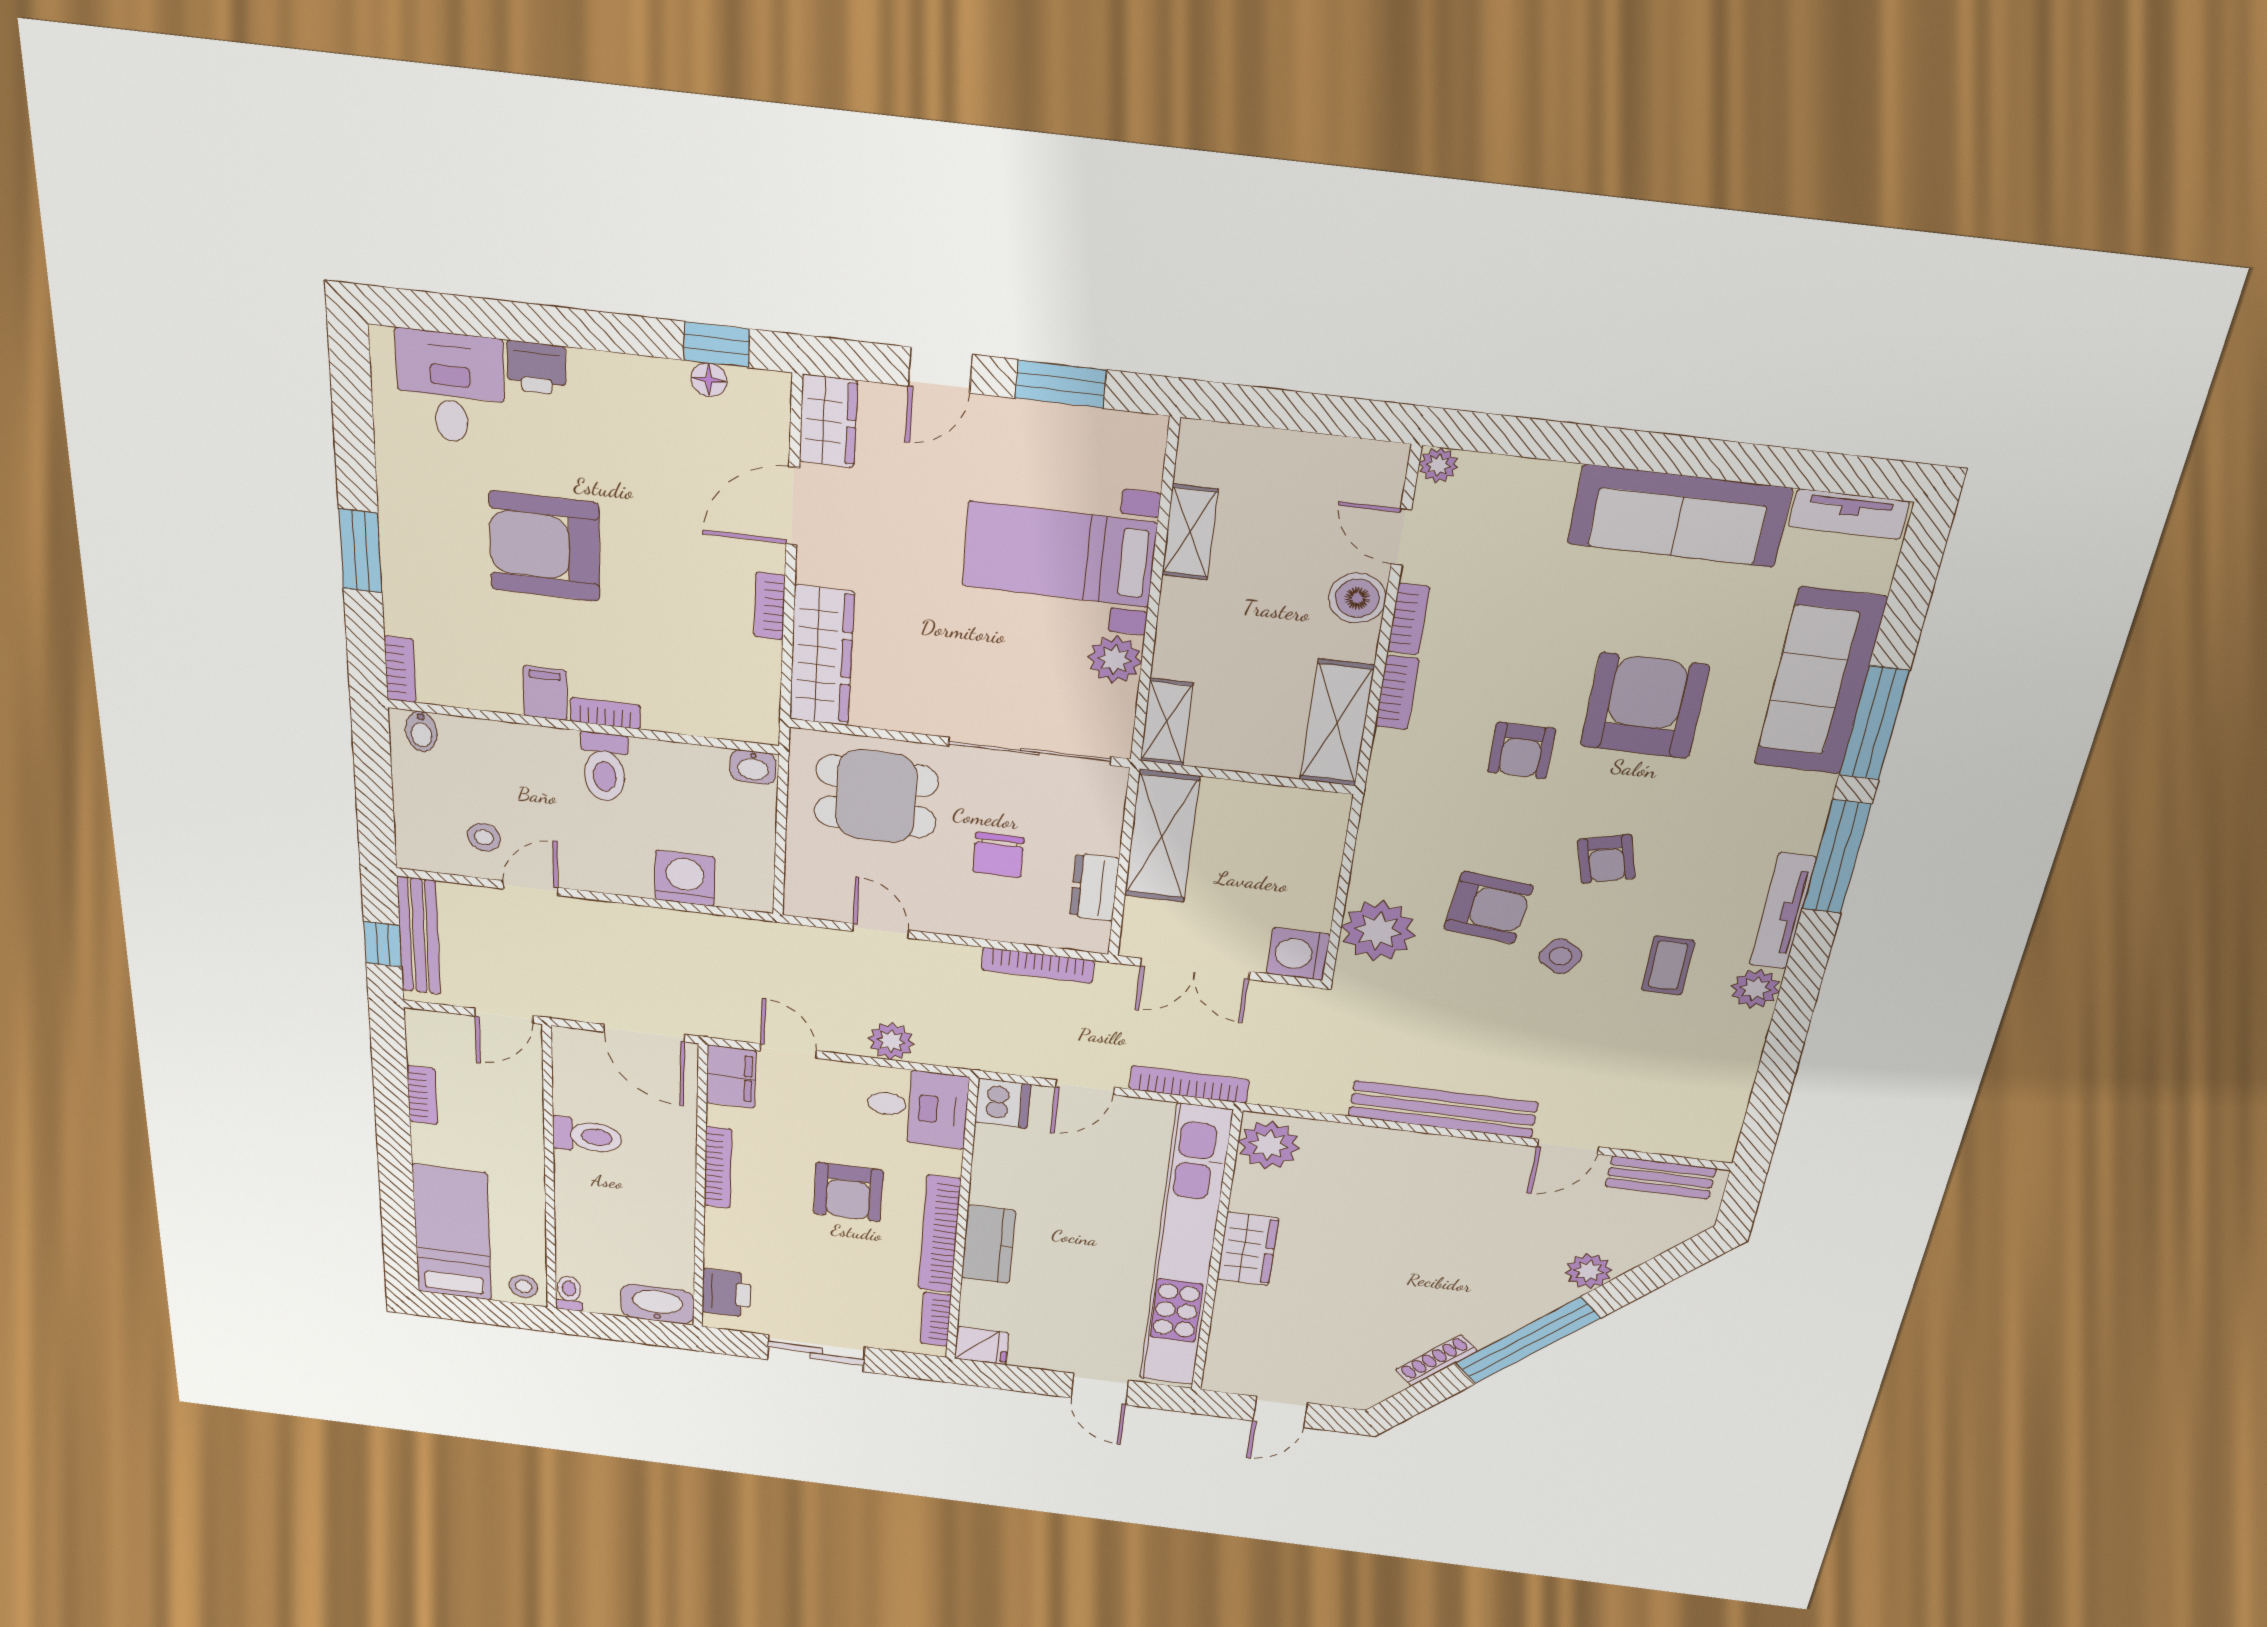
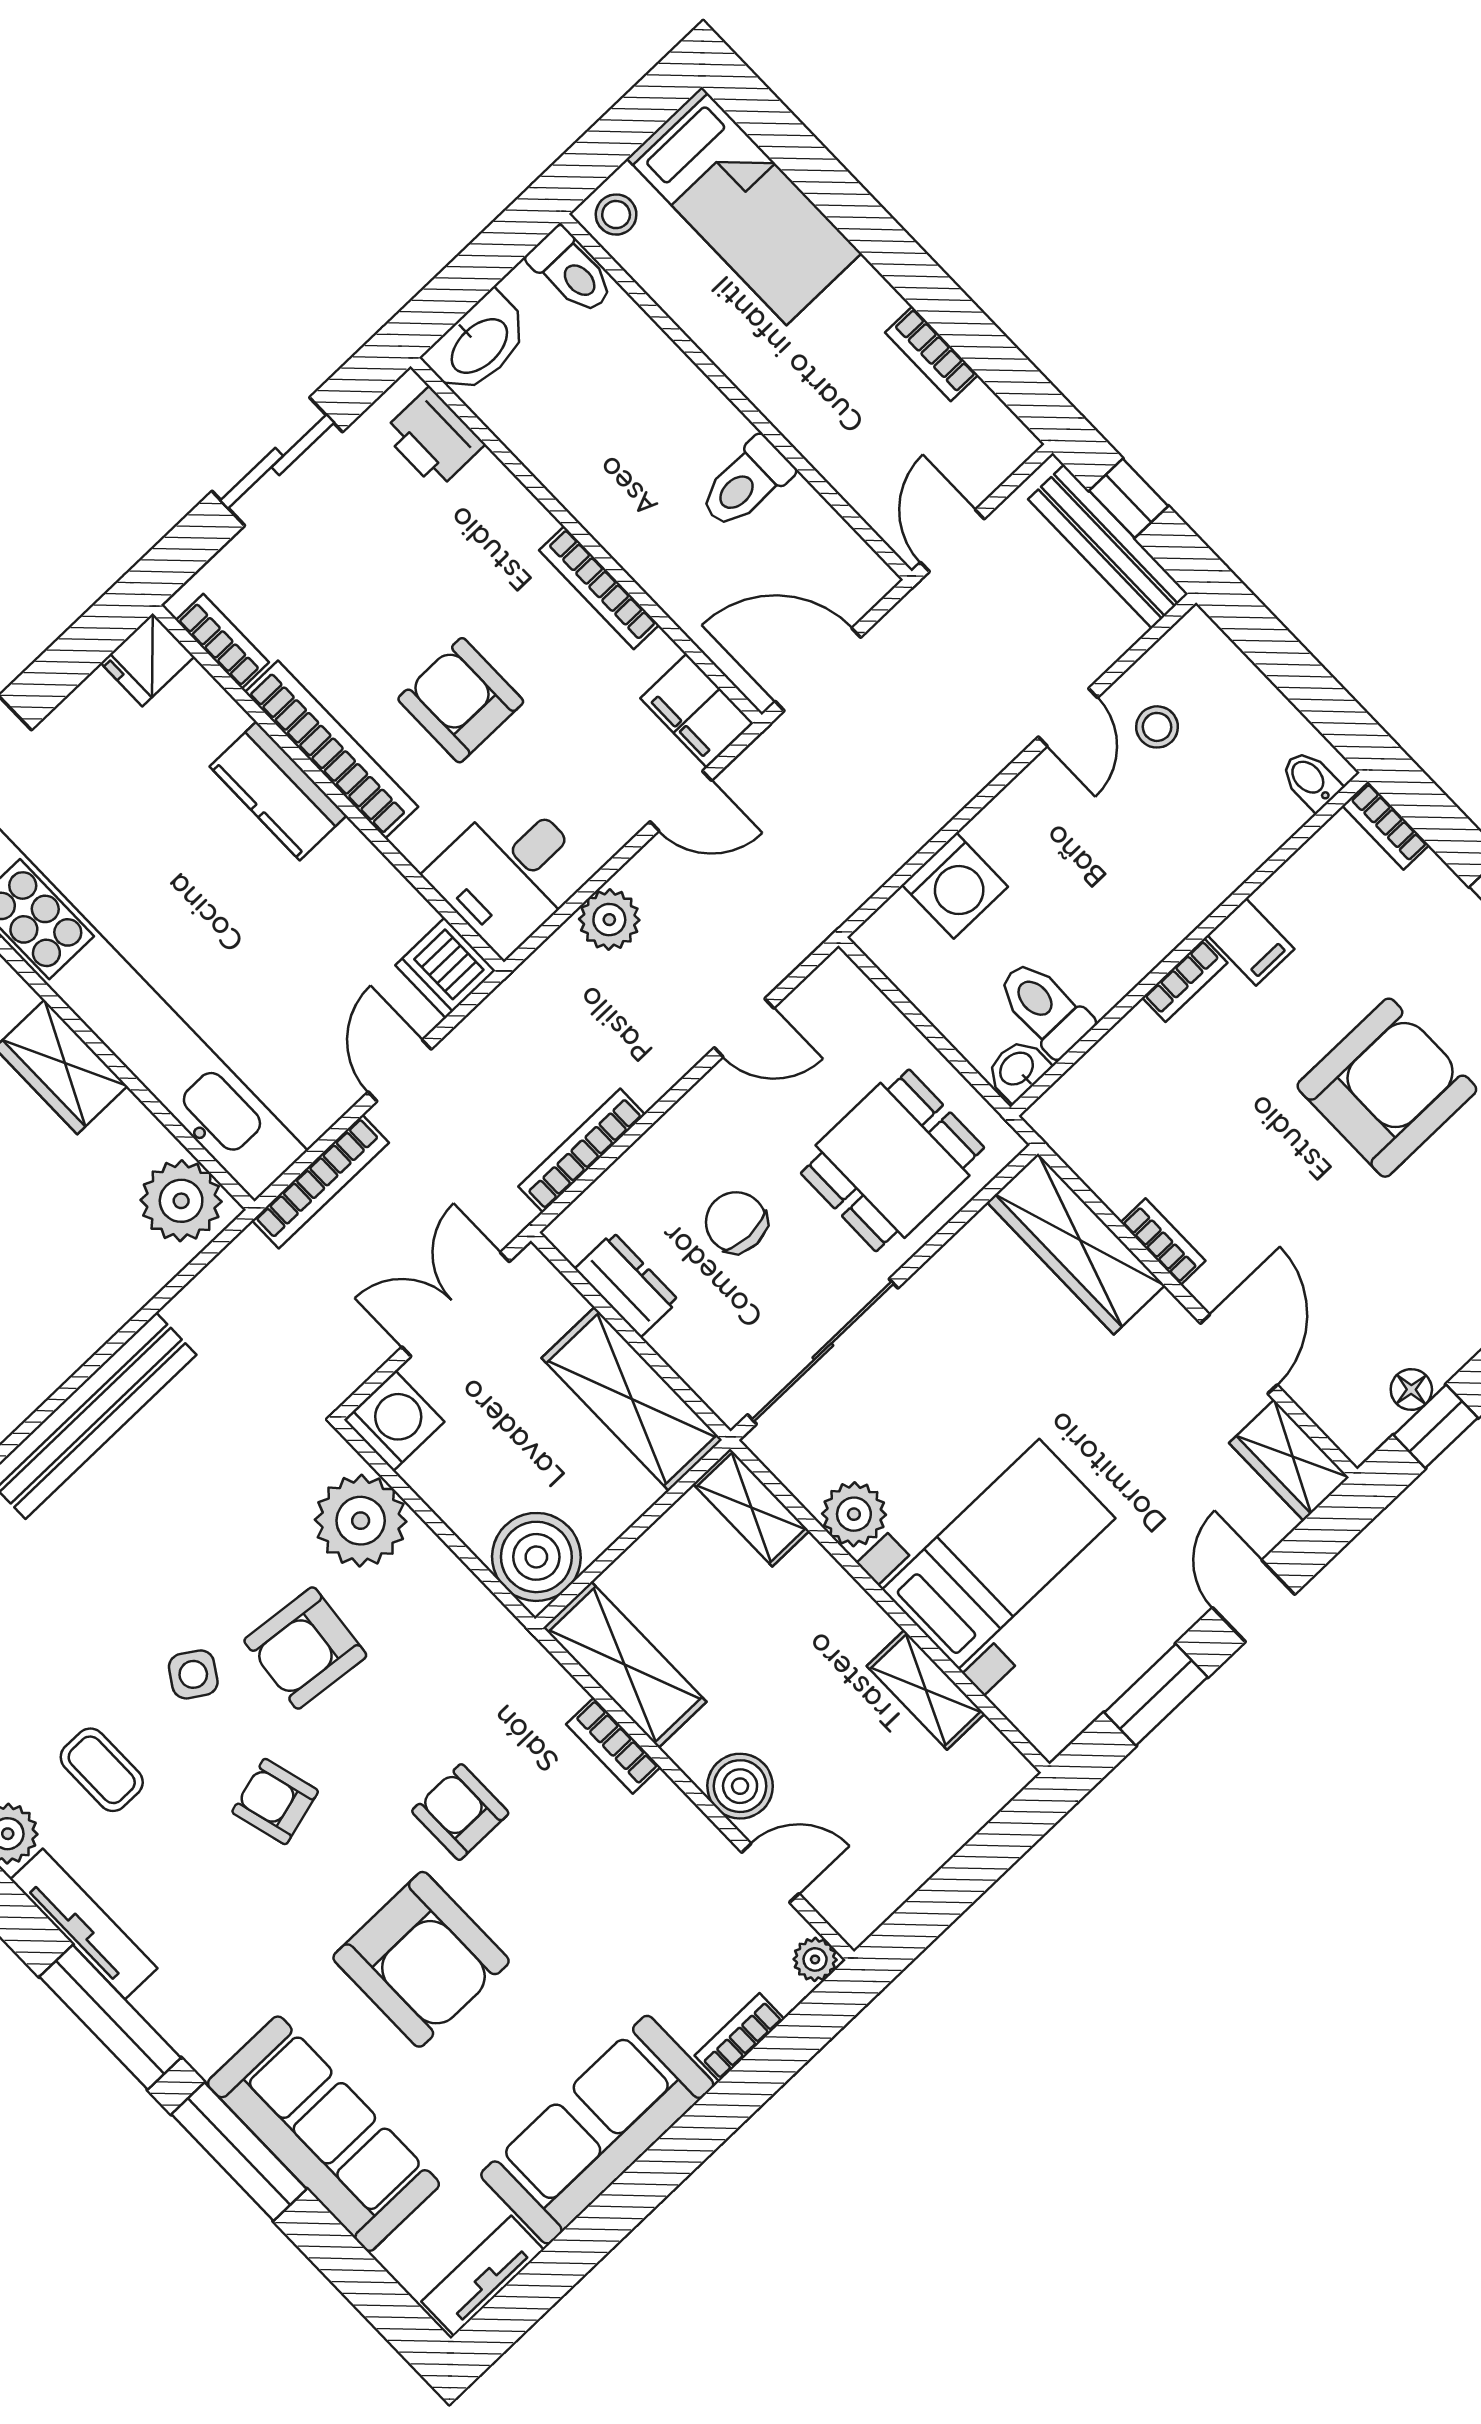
bookcase: (1409, 619) -> (739, 2037), moved, turned 90
toilet: (604, 767) -> (1044, 1008), moved
boiler: (1312, 821) -> (536, 1557), added
toilet: (569, 1293) -> (571, 271), width x1.37, depth x1.39

